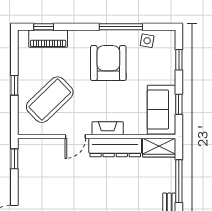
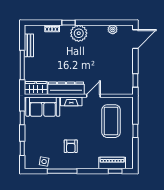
armchair: (108, 63) -> (71, 146), width x0.53, depth x0.53
coffee table: (50, 100) -> (111, 121), turned -46
sofa: (161, 110) -> (43, 107), moved, turned 90

